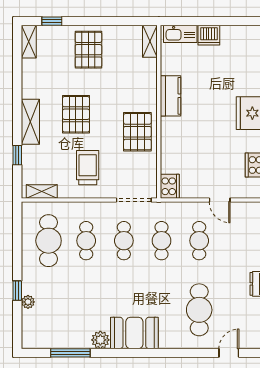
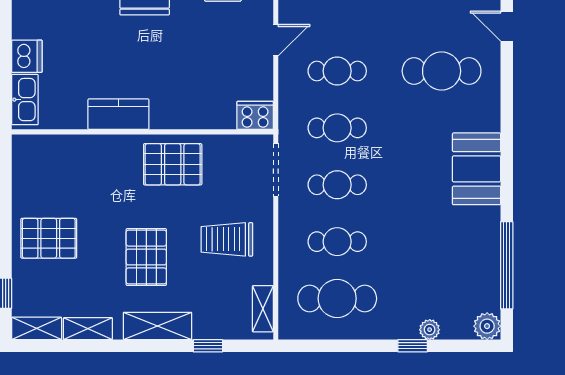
shelving: (150, 41) -> (88, 329), moved
pallet: (76, 114) -> (146, 257), turned 90
plant: (100, 340) -> (487, 326), moved
window: (70, 353) -> (507, 265), width x1.46

